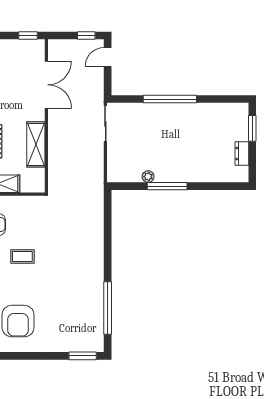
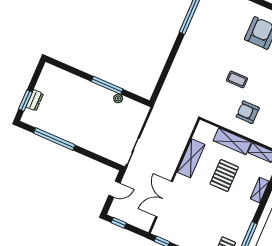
door: (108, 57) -> (114, 189), moved
window: (170, 99) -> (54, 139), moved
dresser: (242, 154) -> (35, 100), moved

